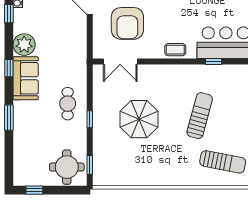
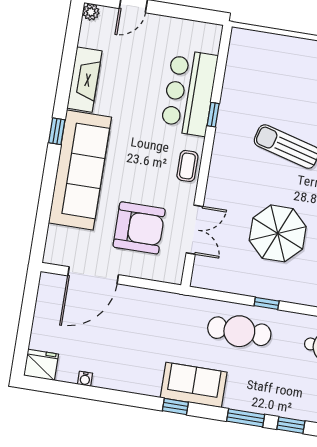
window: (9, 14) -> (291, 425), moved
plant: (24, 45) -> (145, 379), removed
double door: (120, 62) -> (195, 230), moved
cafe table: (68, 104) -> (239, 331), width x1.37, depth x1.35

